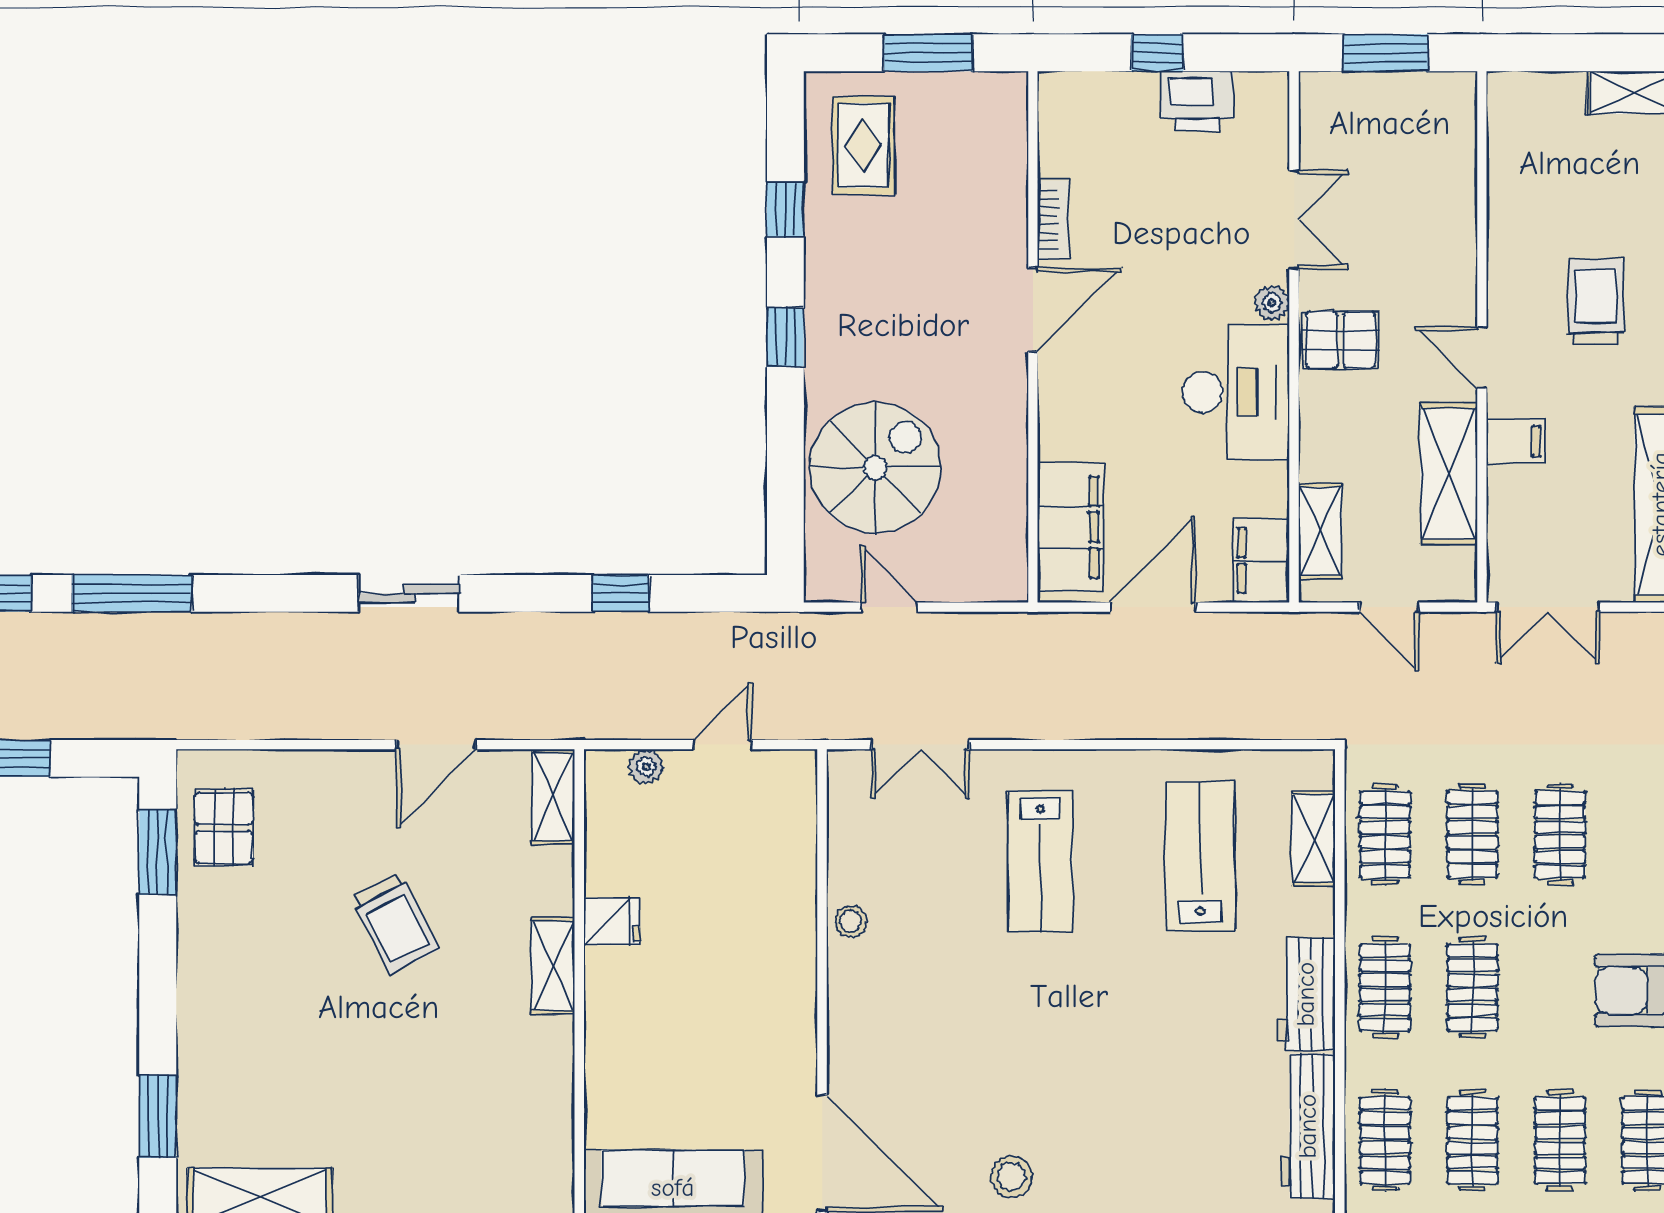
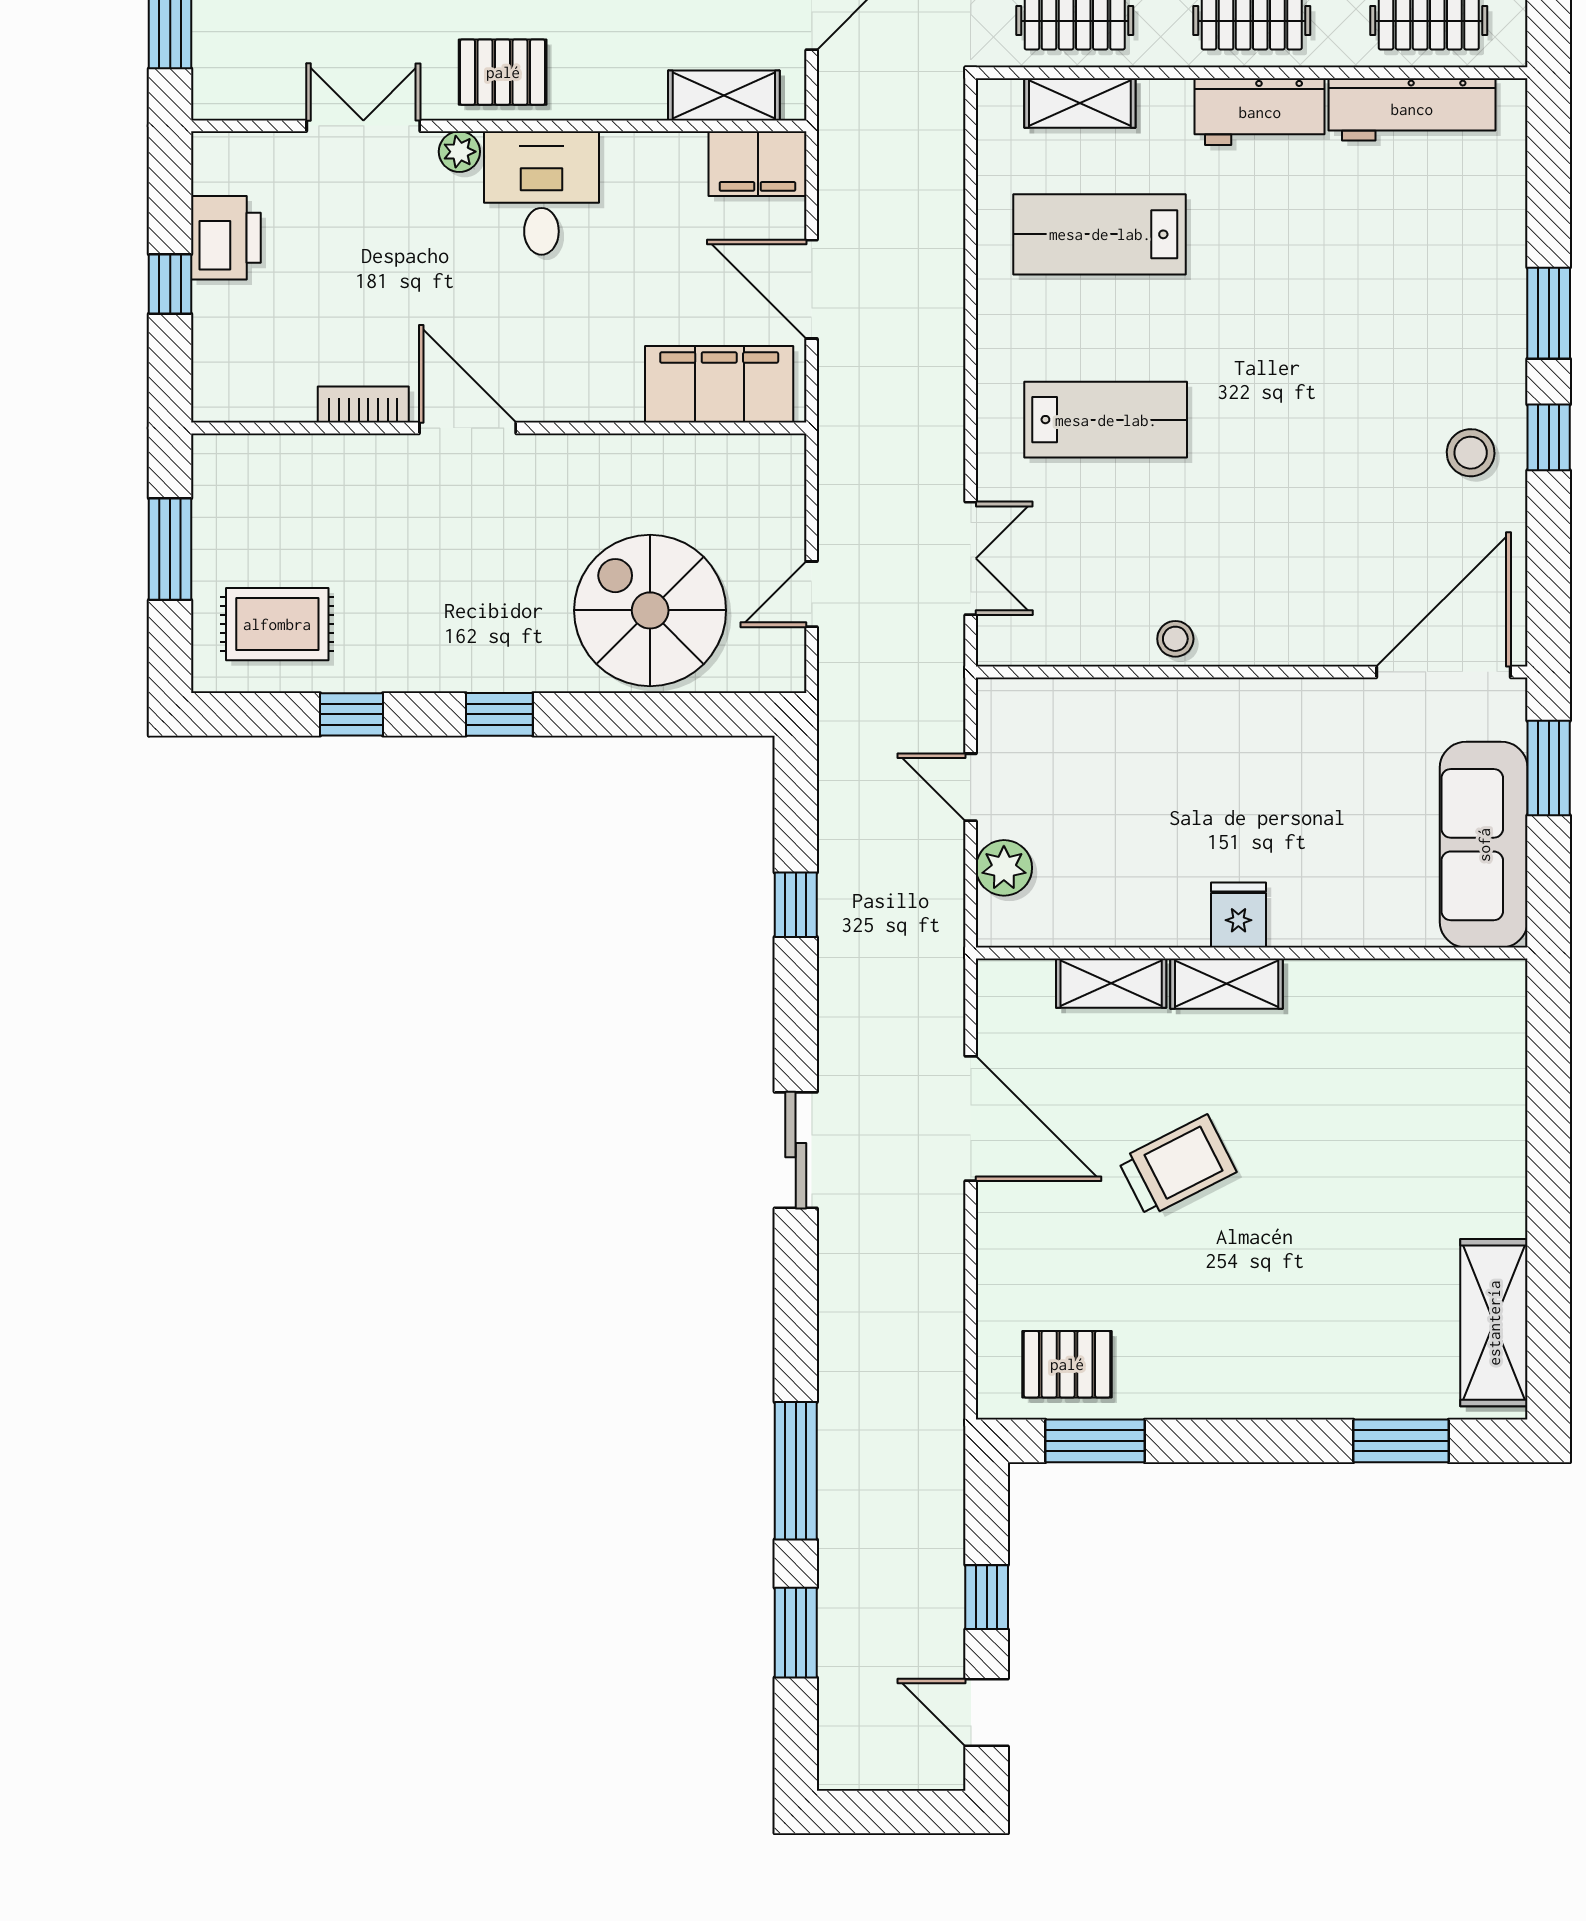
pallet: (1340, 340) -> (503, 72), turned 90
desk: (1236, 392) -> (541, 193), width x0.73
door: (436, 745) -> (971, 1119), width x1.36
plant: (646, 767) -> (1004, 868), width x1.38, depth x1.38
shelving: (553, 797) -> (1111, 983), moved
fridge: (612, 922) -> (1238, 915), moved

